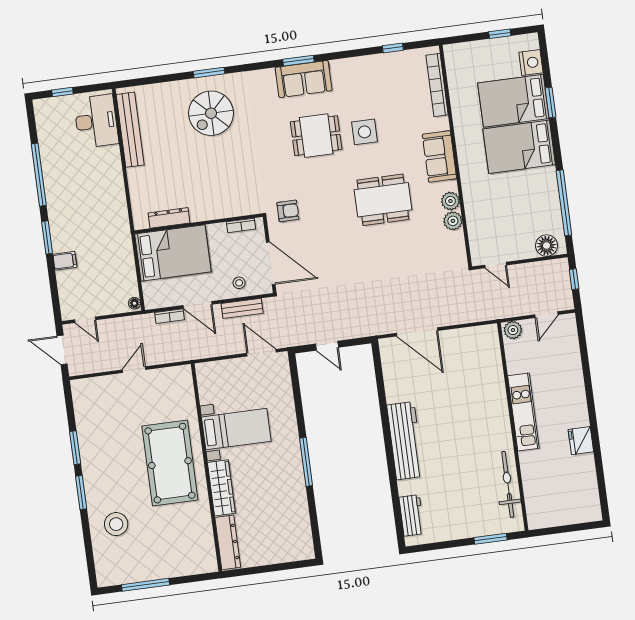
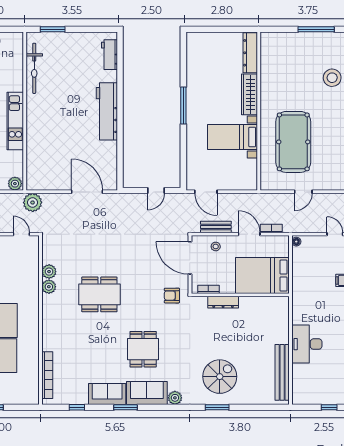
window: (298, 61) -> (126, 407), moved
plant: (266, 78) -> (175, 398), added
desk: (96, 121) -> (307, 344), moved
side table: (364, 132) -> (106, 347), removed
dining table: (316, 136) -> (143, 349), turned 90
sofa: (440, 156) -> (107, 394), moved, turned -90
dresser: (169, 218) -> (223, 302), moved
plant: (487, 308) -> (33, 203), added
door: (327, 346) -> (156, 190), swing flipped
pool table: (170, 463) -> (293, 142), moved

